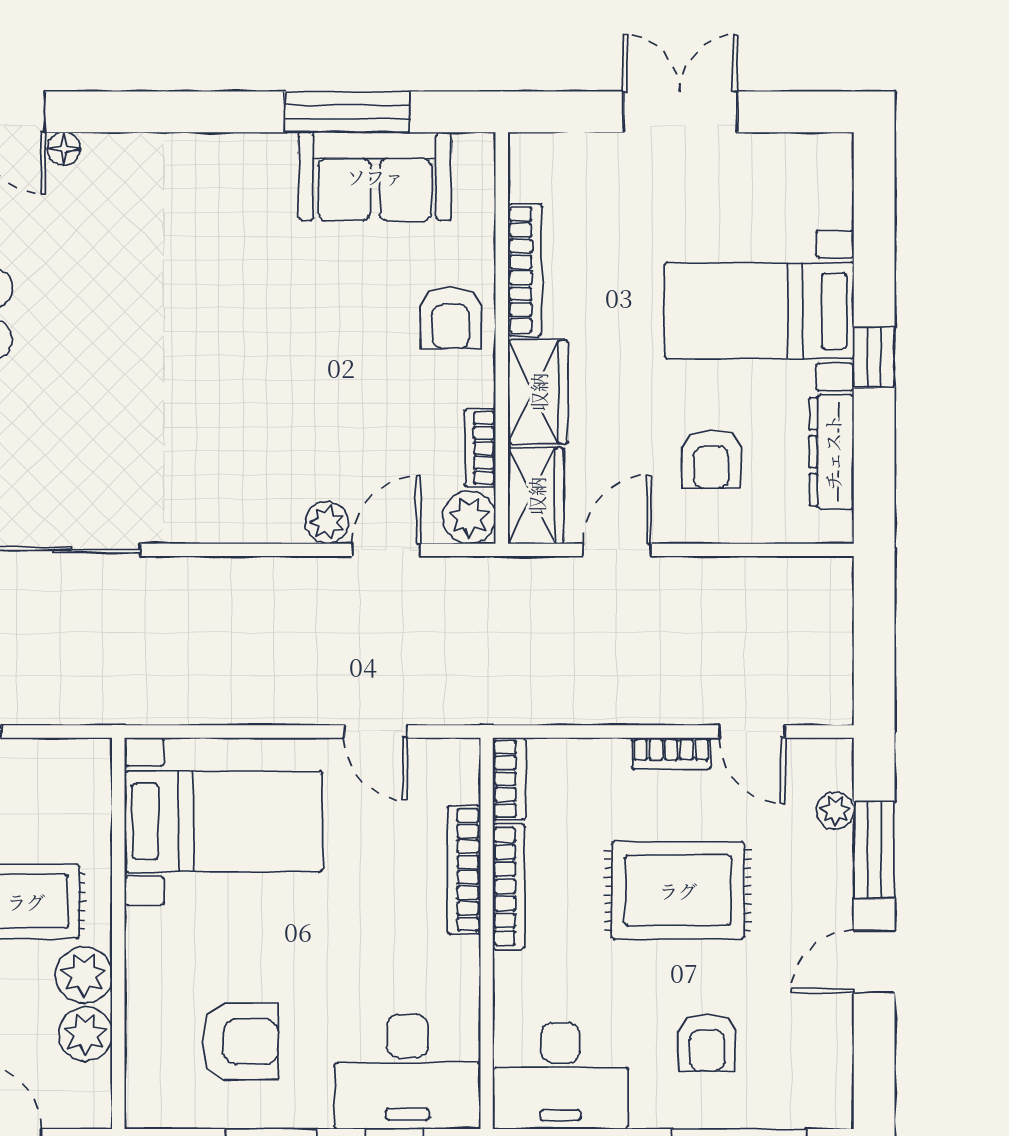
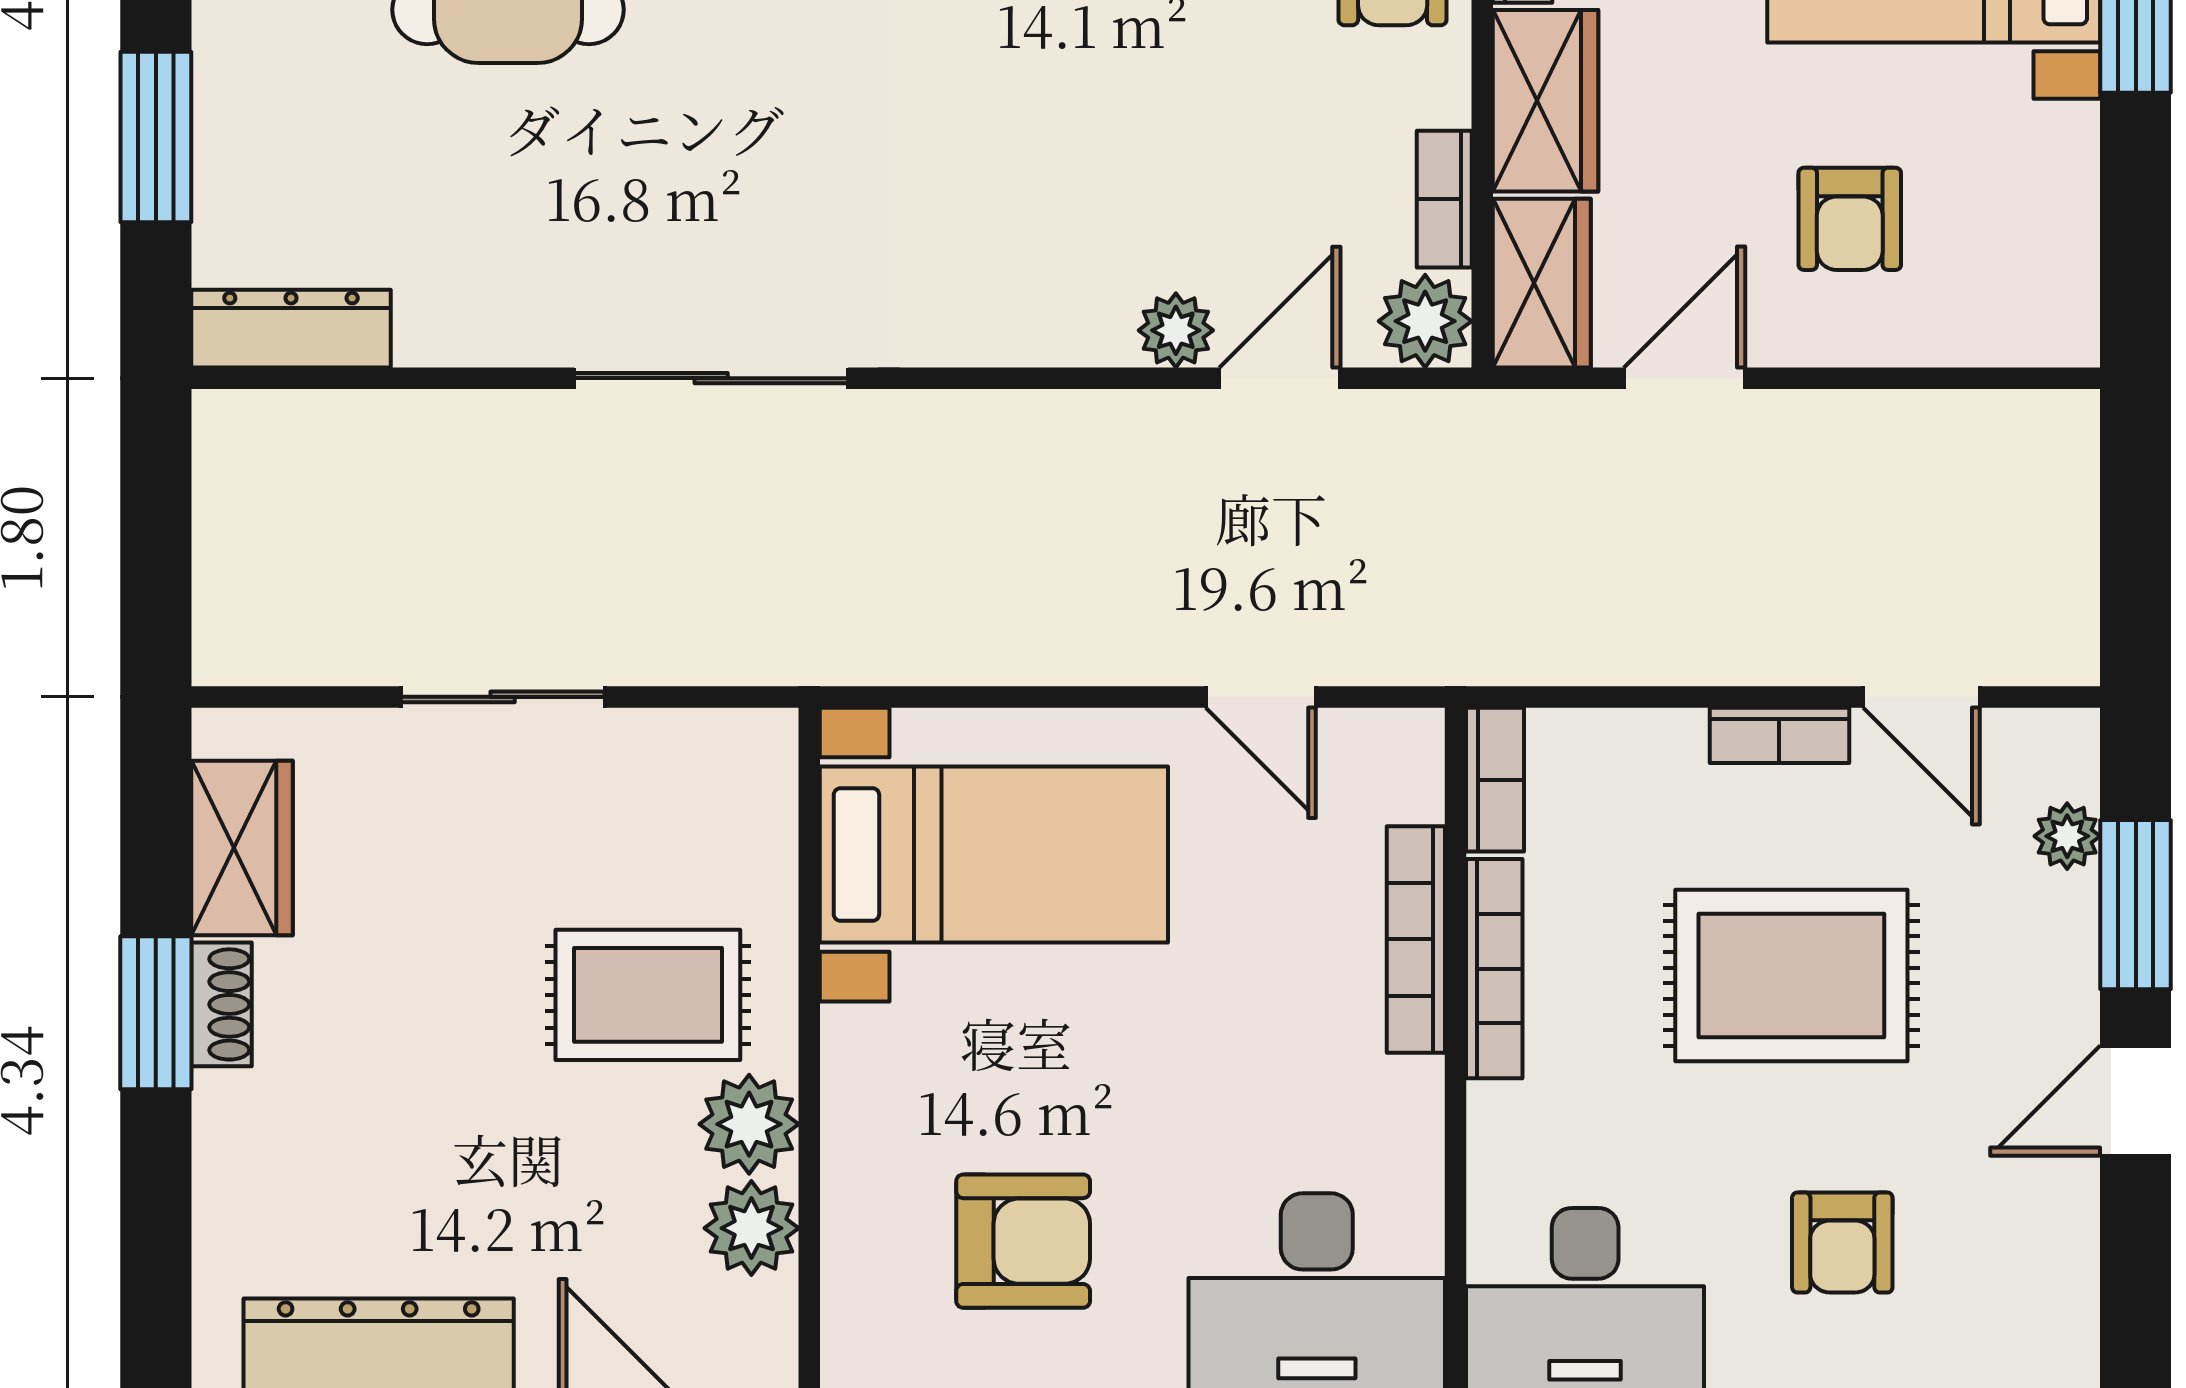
dresser: (832, 452) -> (2061, 206), removed

